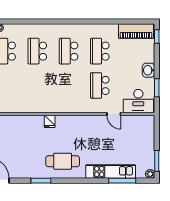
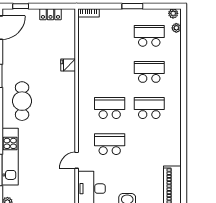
school desk: (100, 51) -> (110, 108), moved
fridge: (50, 121) -> (68, 65), moved

